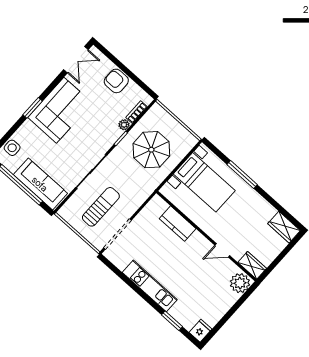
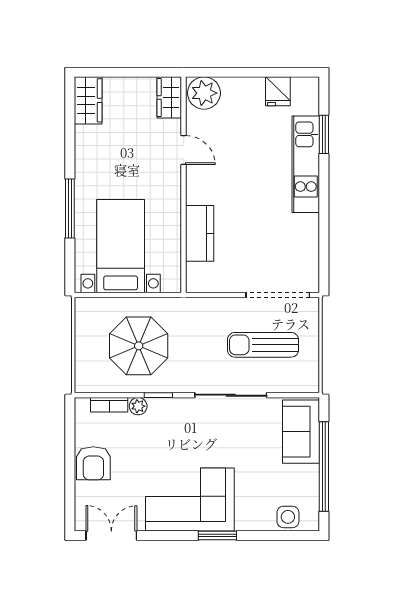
sofa: (40, 184) -> (301, 432), width x0.73
kitchen unit: (150, 286) -> (306, 164), moved
fridge: (201, 331) -> (278, 91), moved, turned -90

